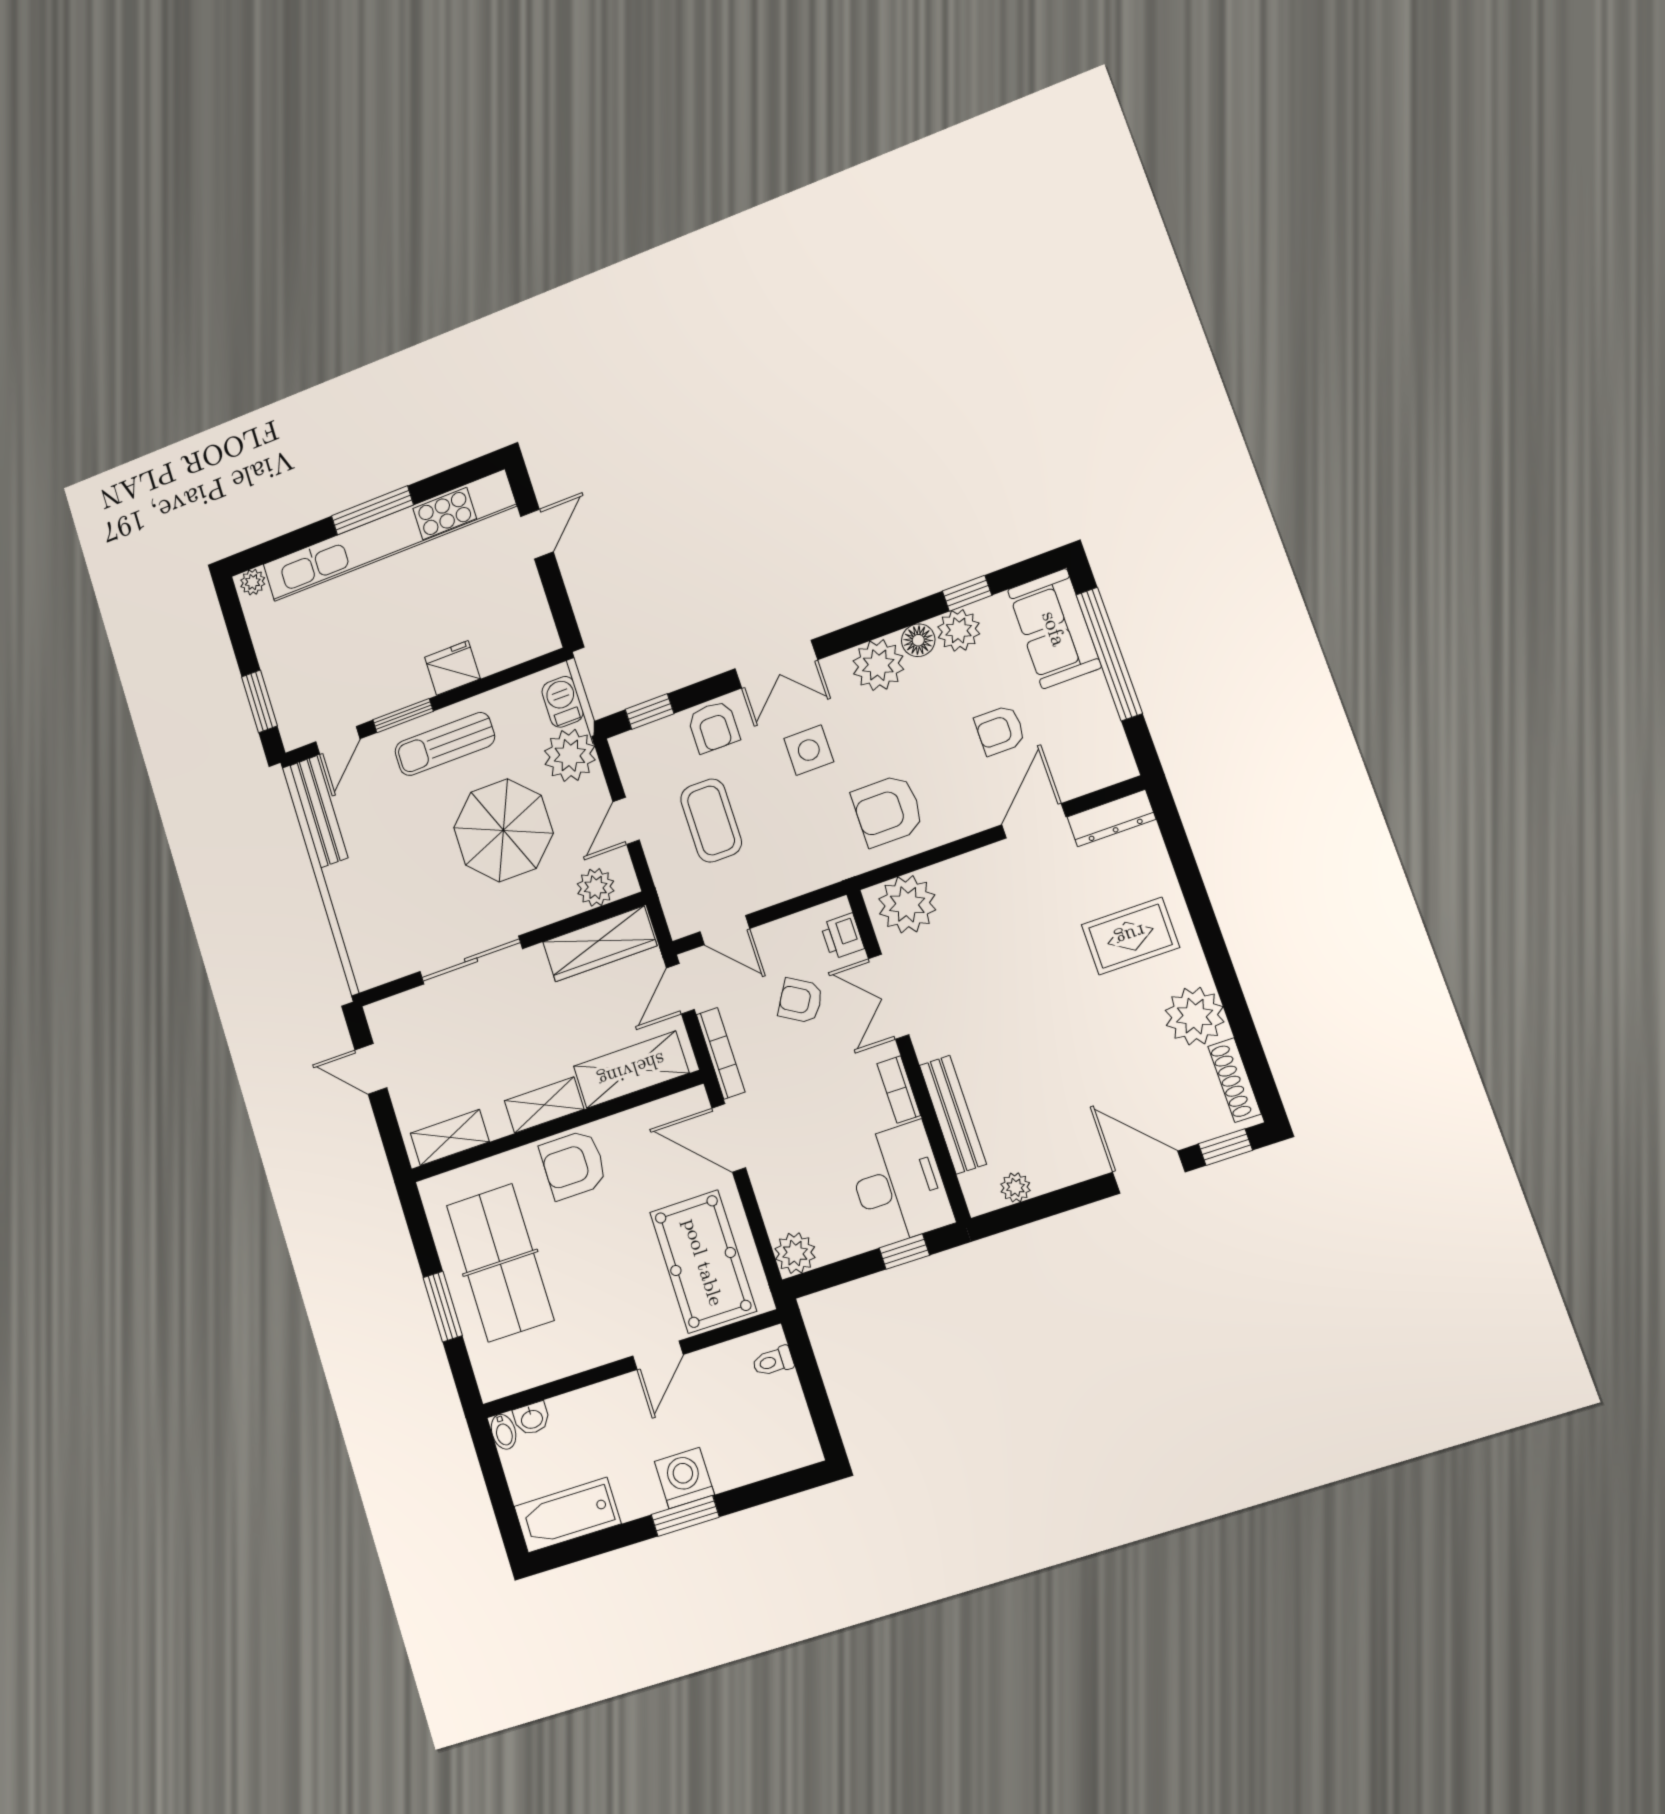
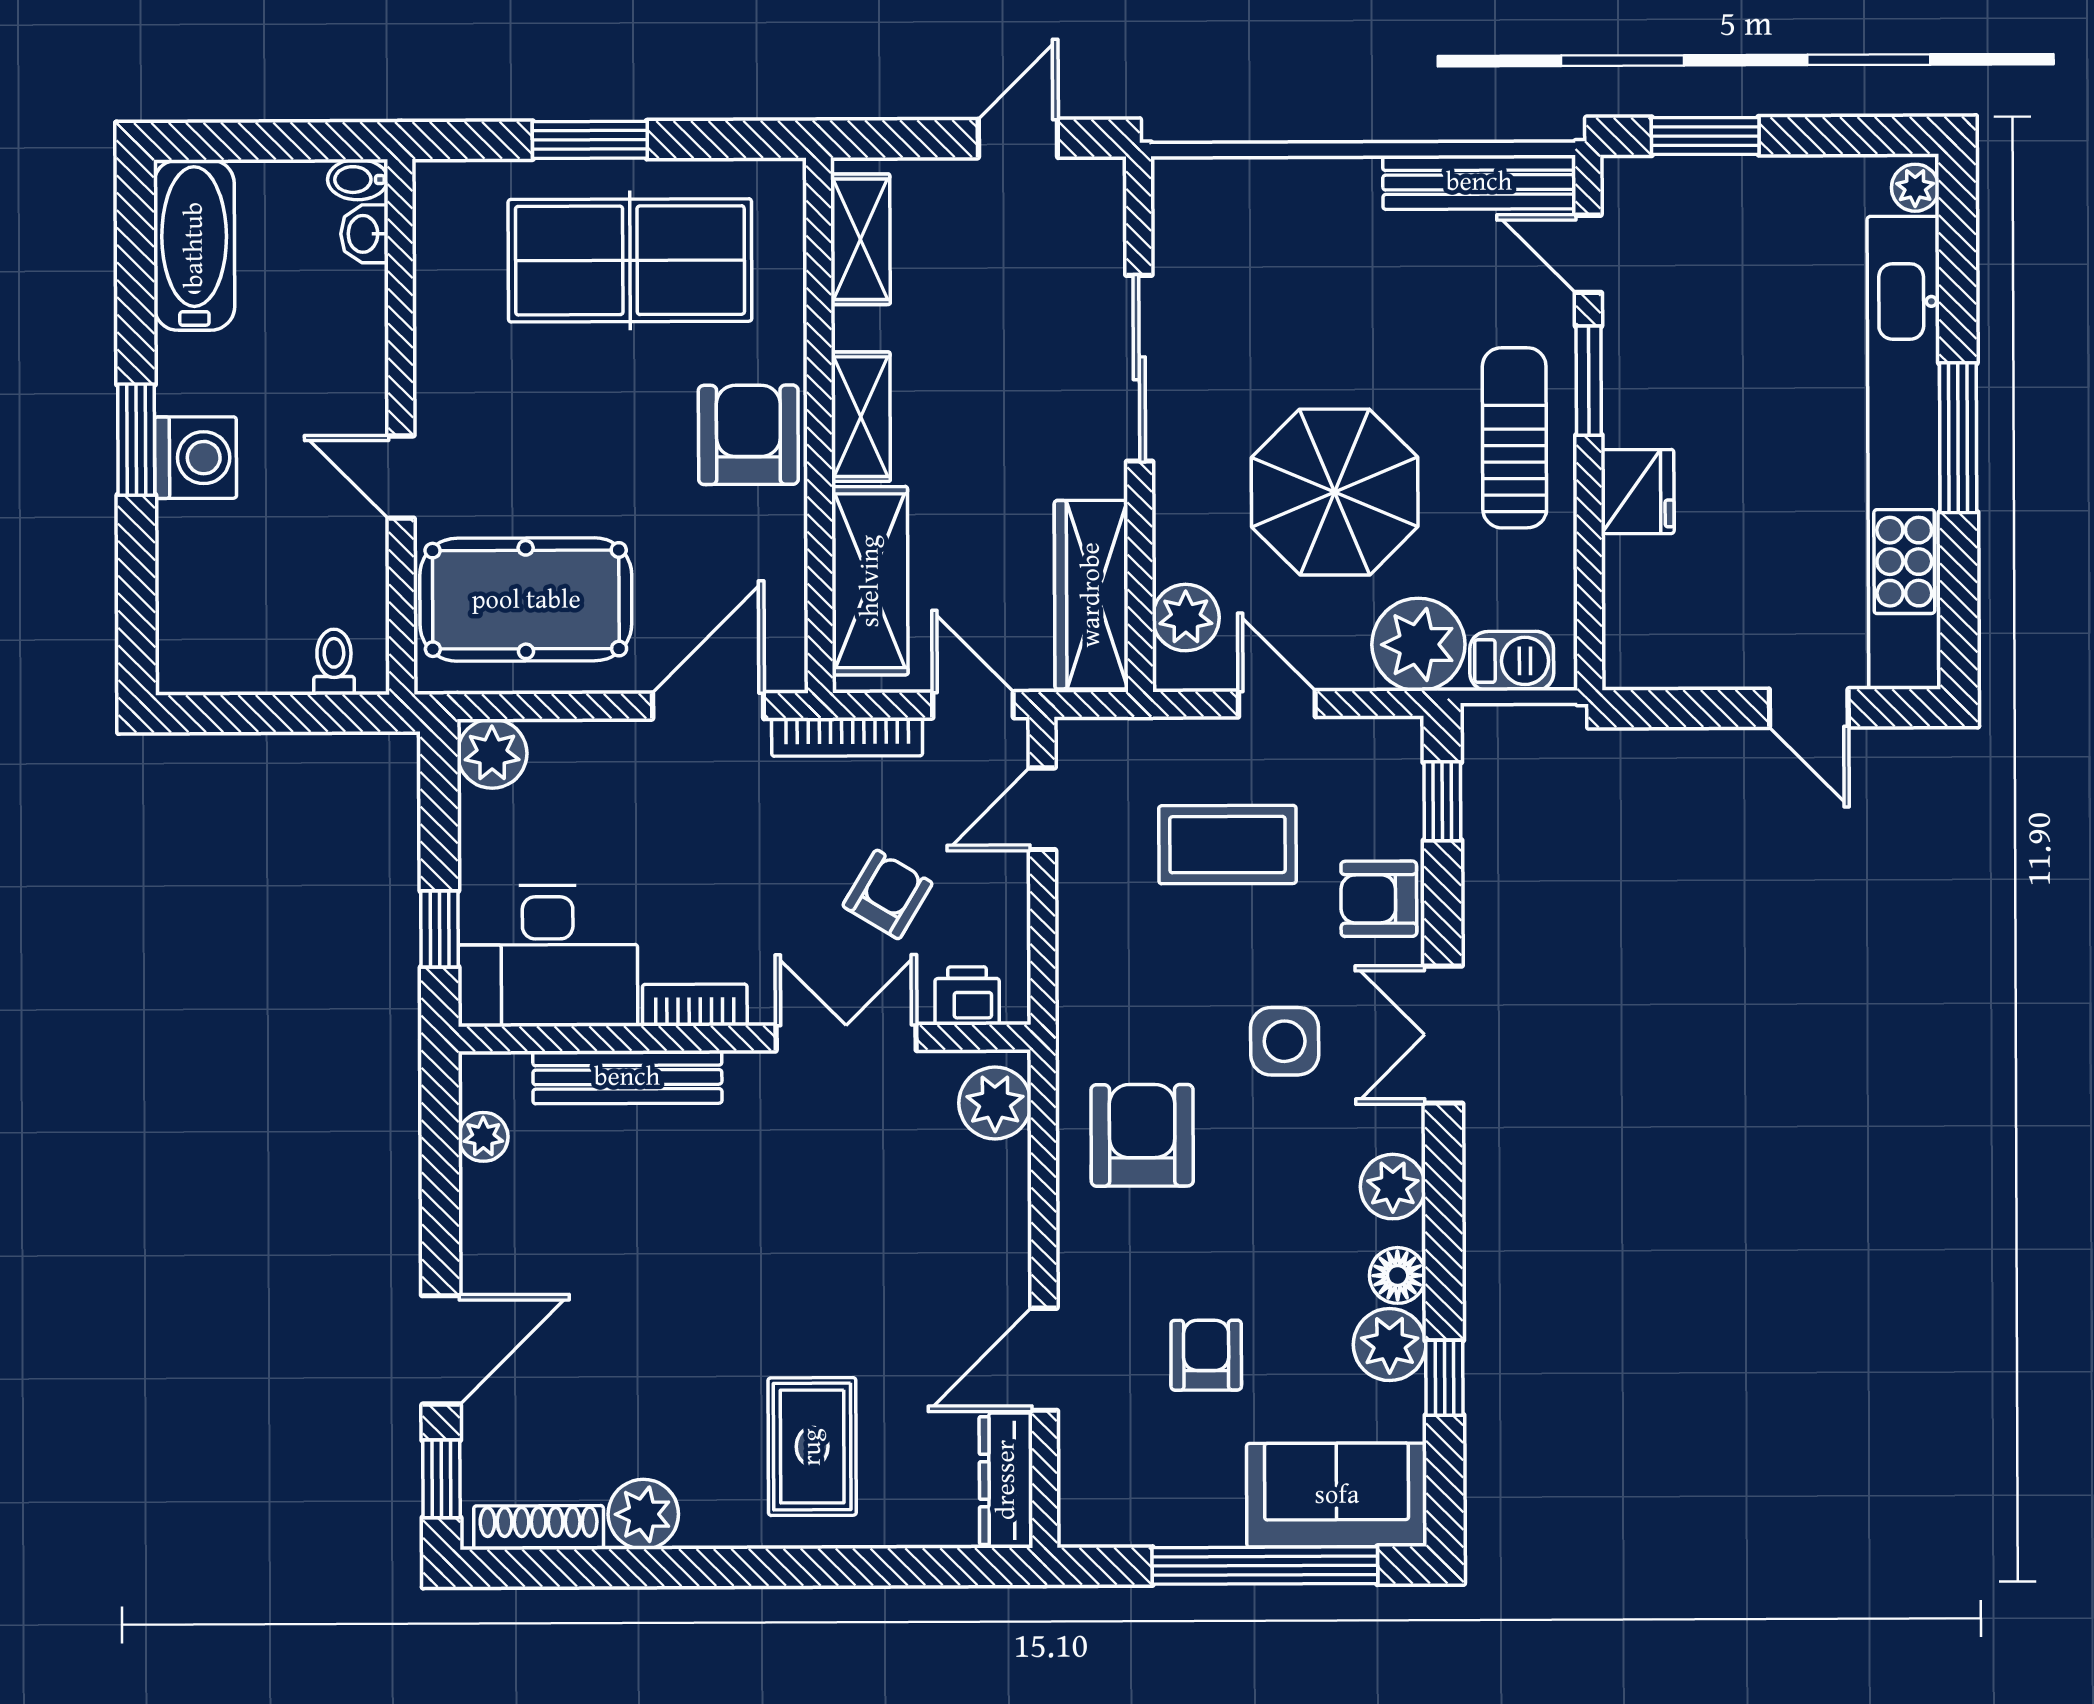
plant: (878, 665) -> (1393, 1187), width x0.73, depth x0.73
door: (1034, 821) -> (1044, 1359), swing flipped
plant: (907, 904) -> (995, 1103), width x0.73, depth x0.73
plant: (1195, 1016) -> (643, 1514), width x0.73, depth x0.73

